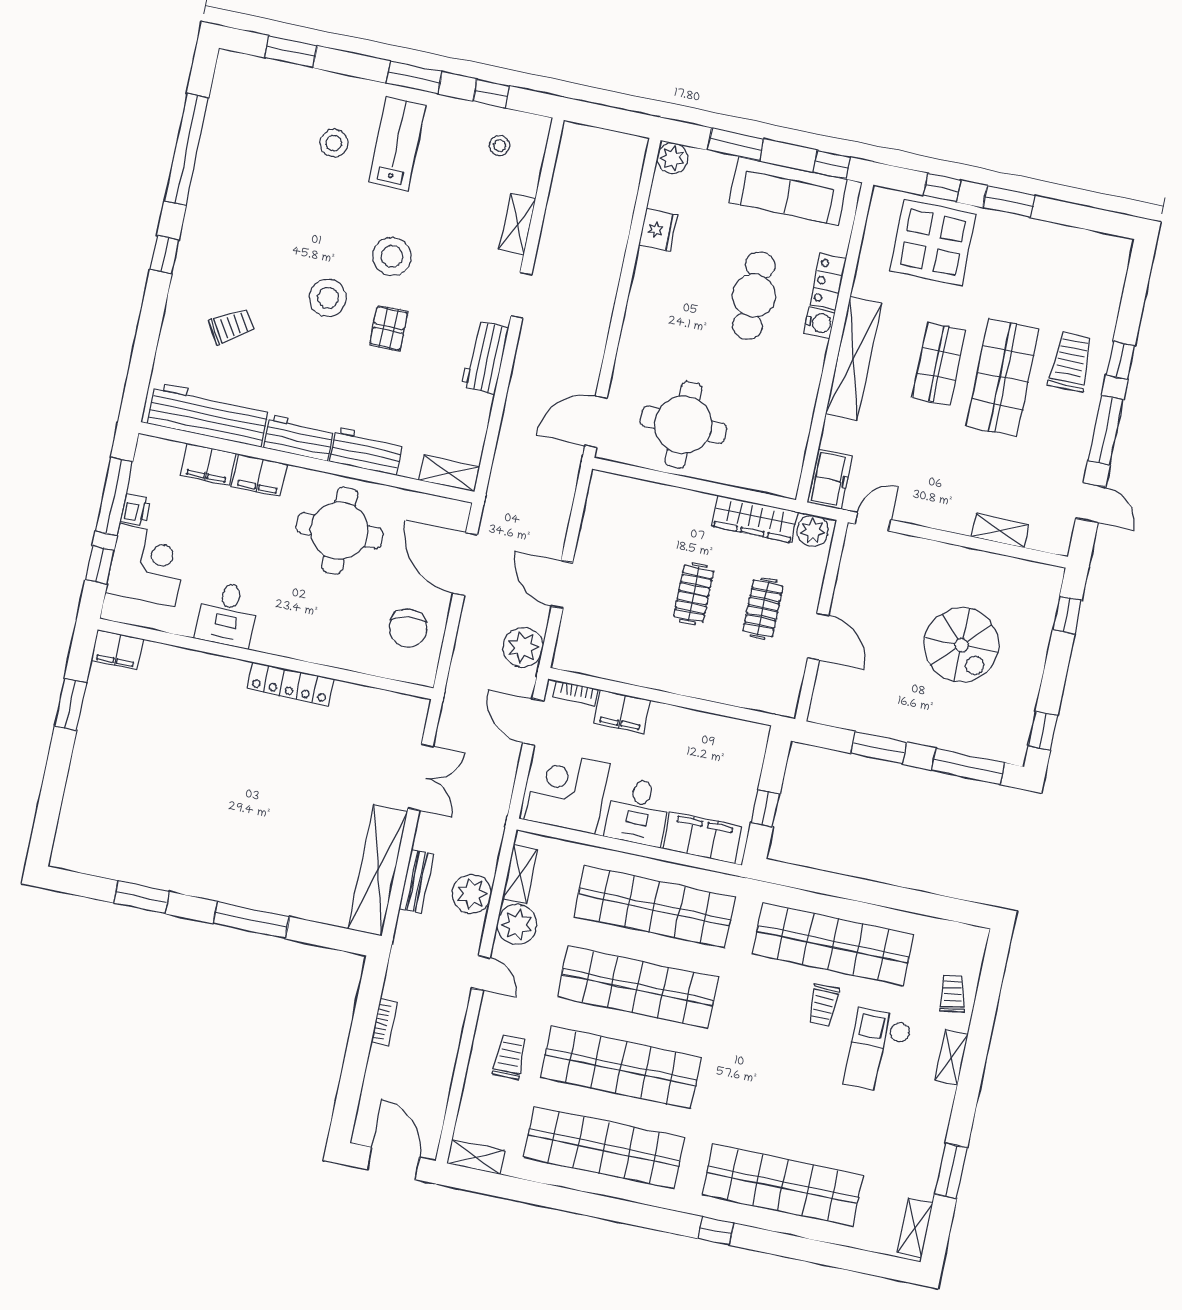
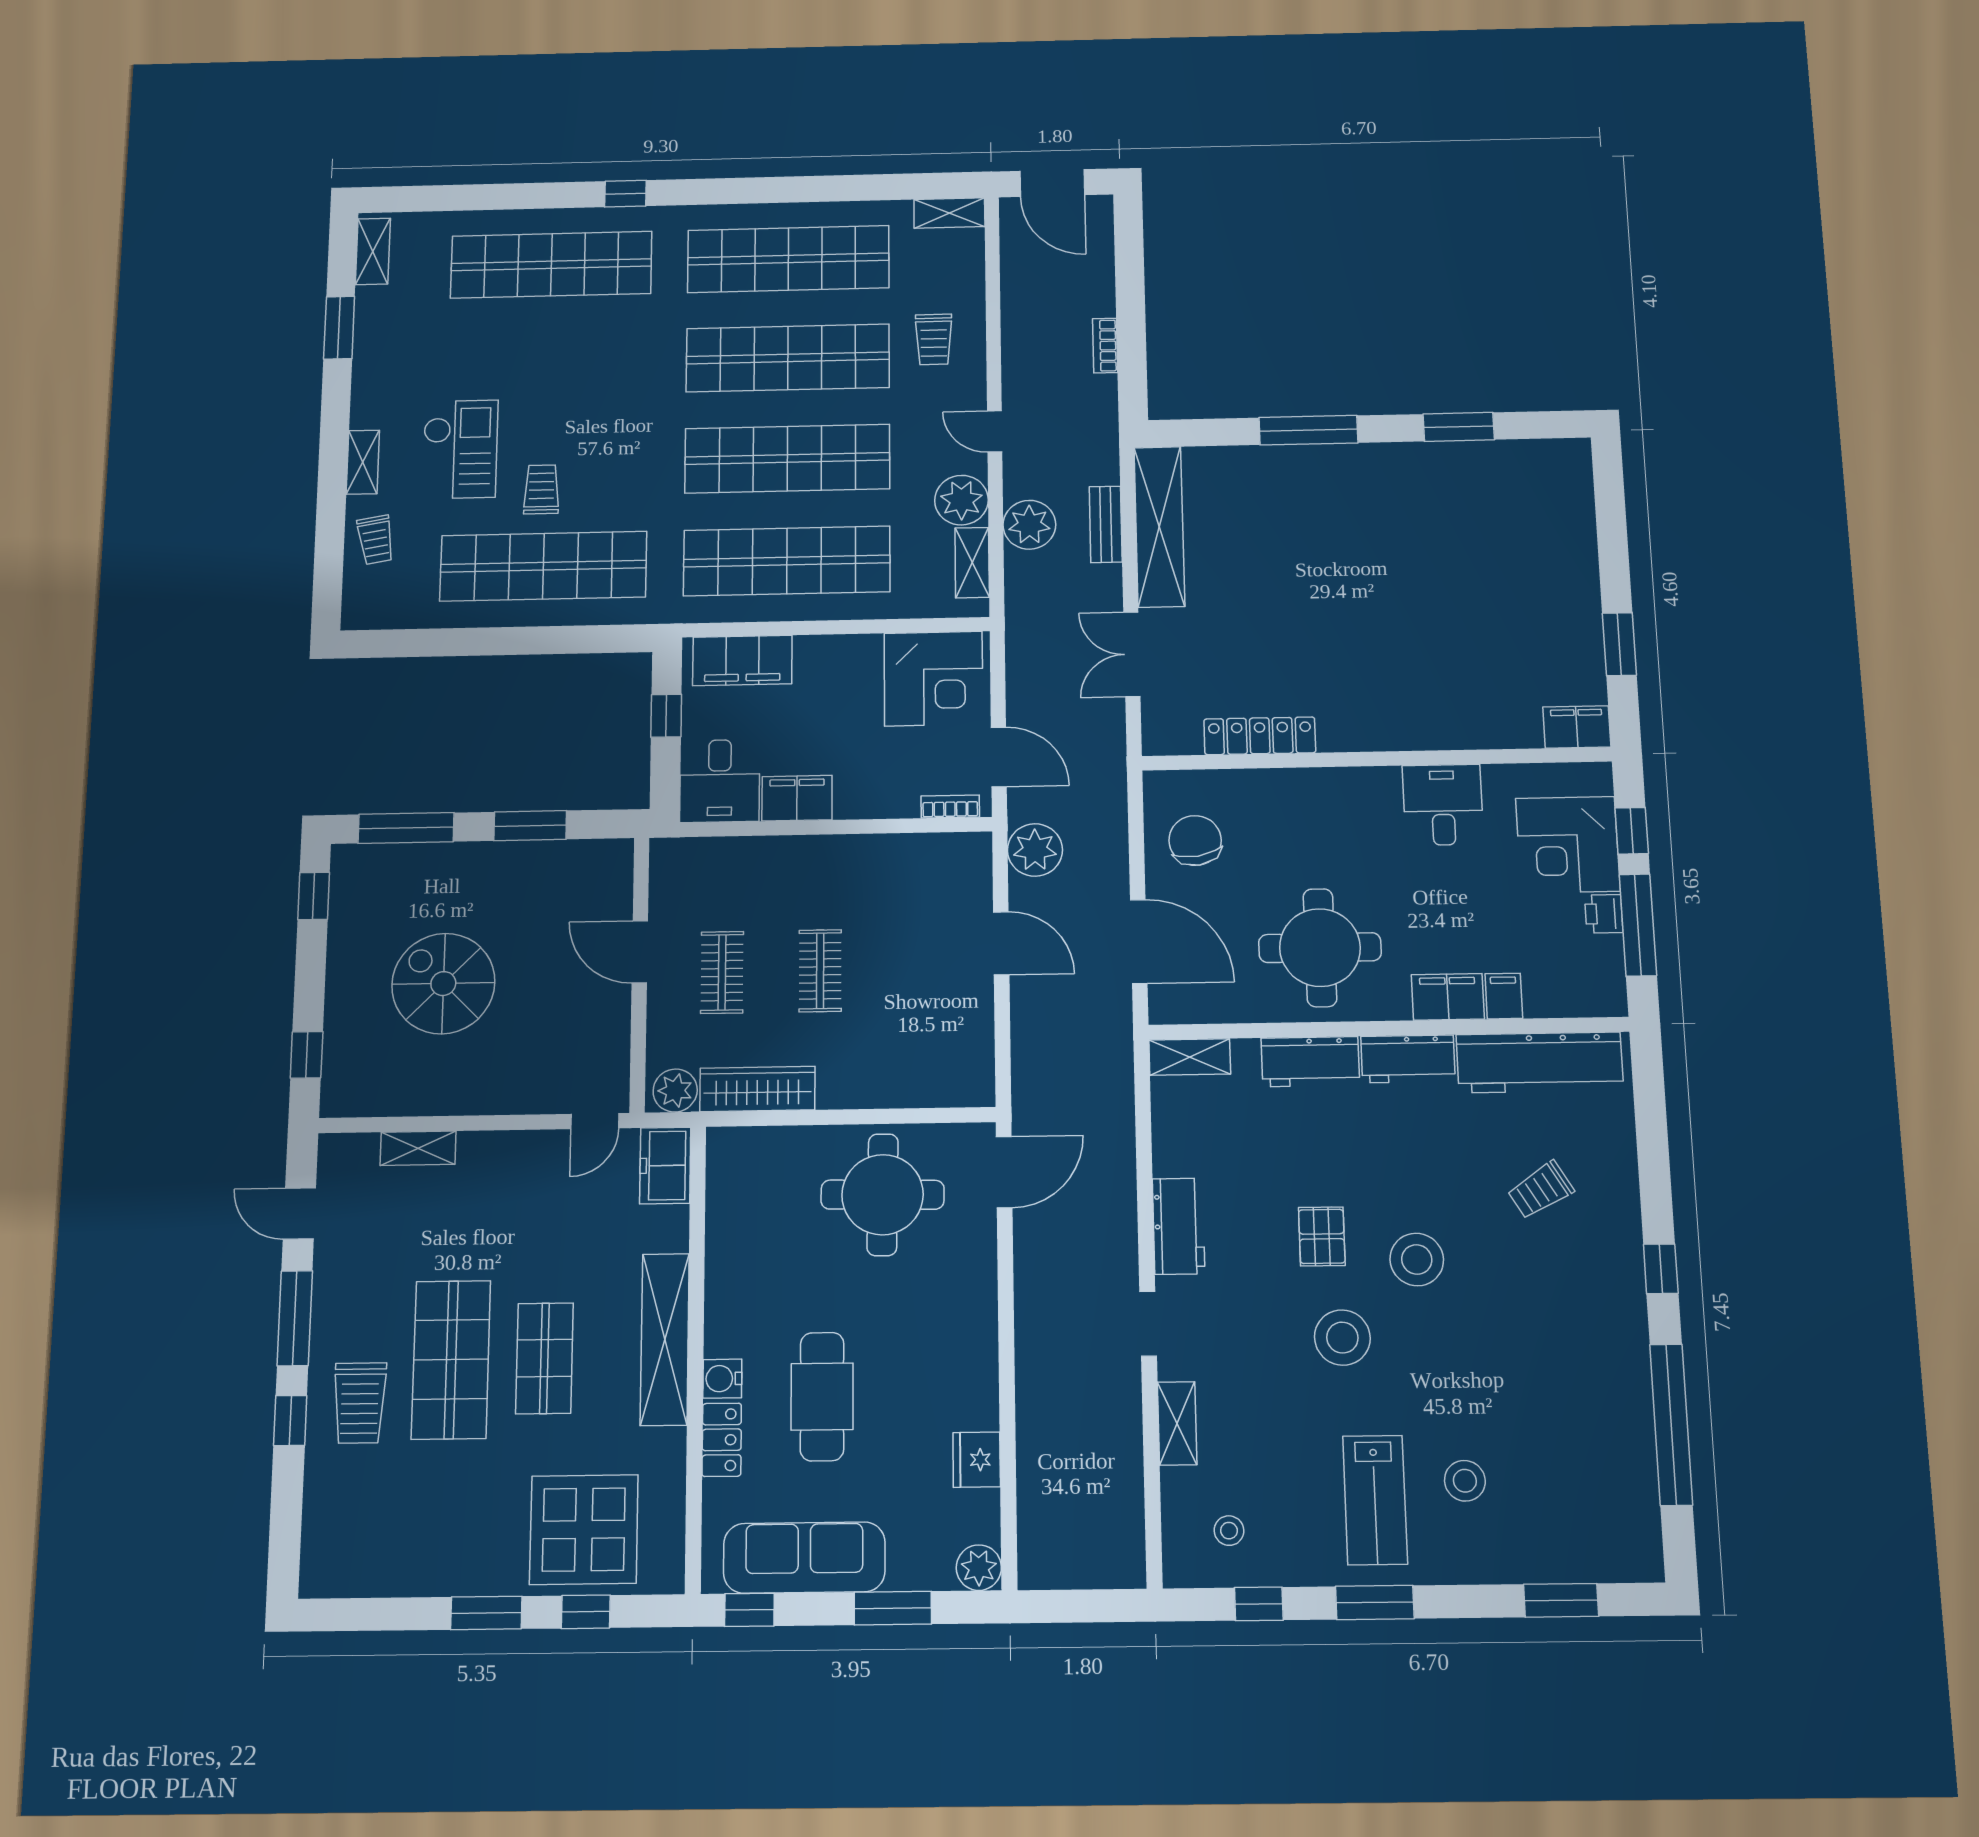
filing cabinet: (208, 464) -> (1504, 996), width x0.50
locker: (290, 684) -> (1260, 736), moved
filing cabinet: (622, 712) -> (797, 798), moved
desk: (638, 812) -> (720, 781), moved, turned 180

